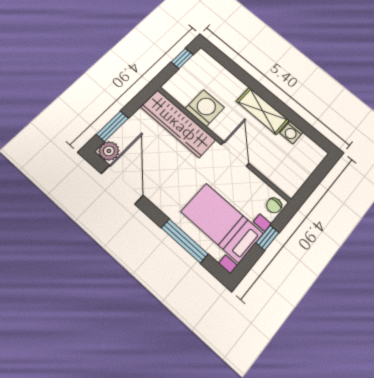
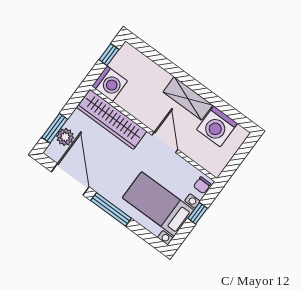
washing machine: (205, 108) -> (110, 84), moved, turned 90
washing machine: (291, 133) -> (217, 126), width x1.89, depth x1.89
plant: (109, 151) -> (65, 137), moved
window: (185, 241) -> (111, 209), moved

